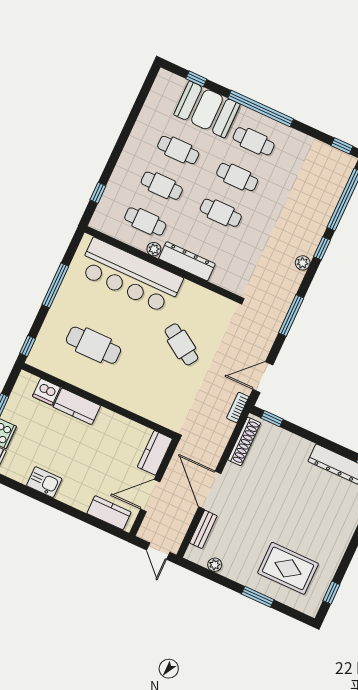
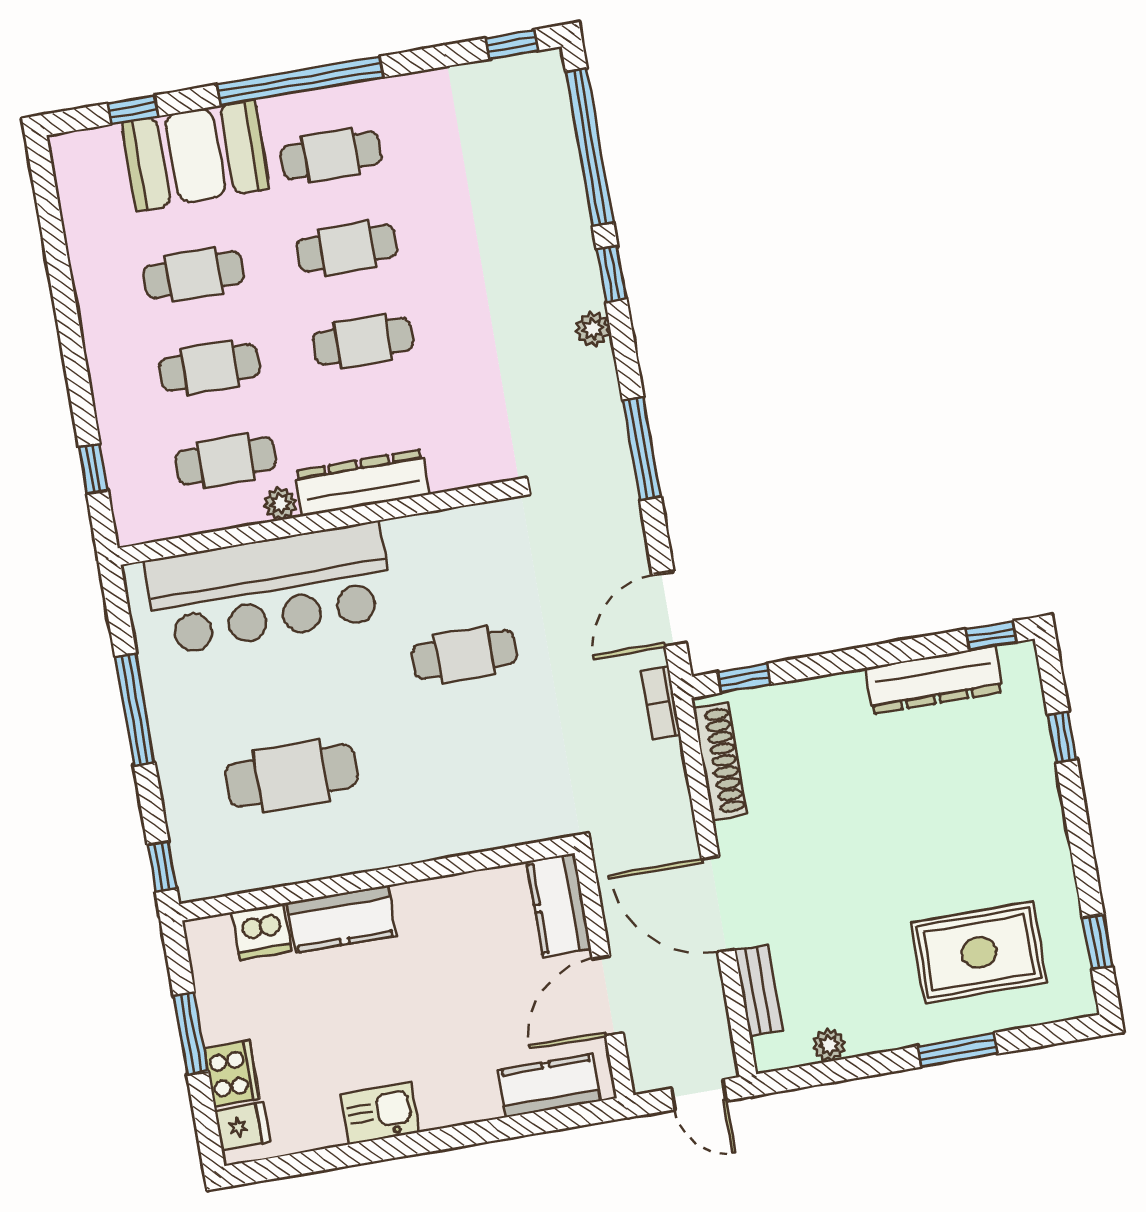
cafe table: (181, 344) -> (464, 655), turned -33

